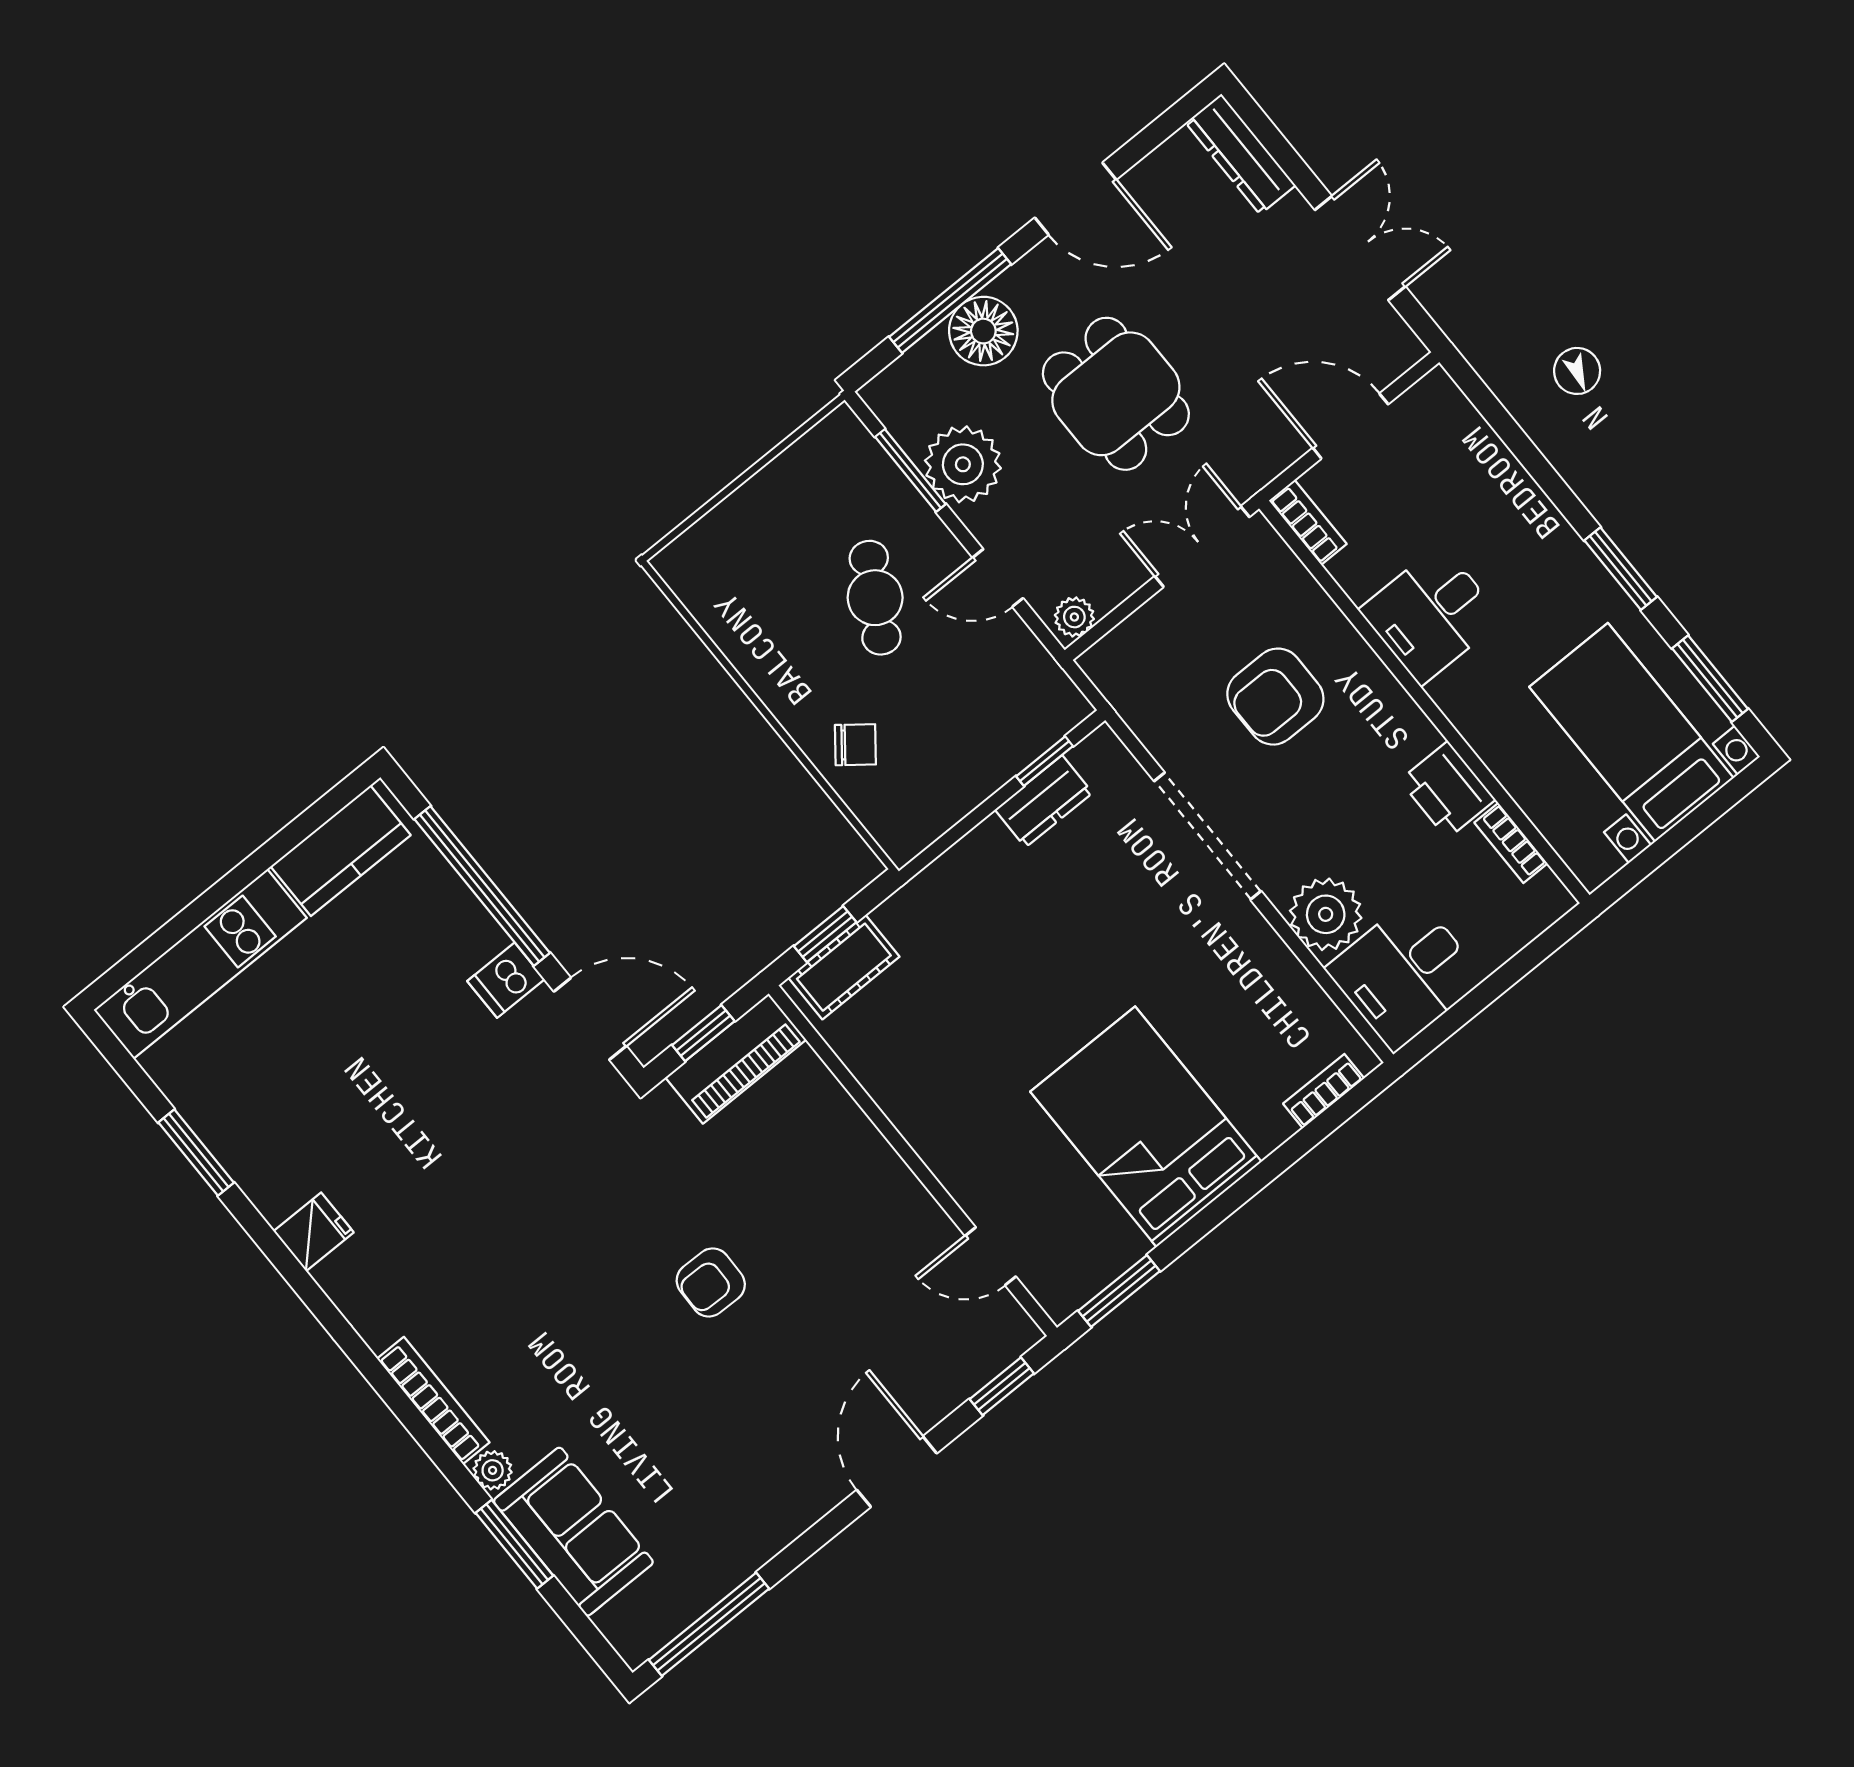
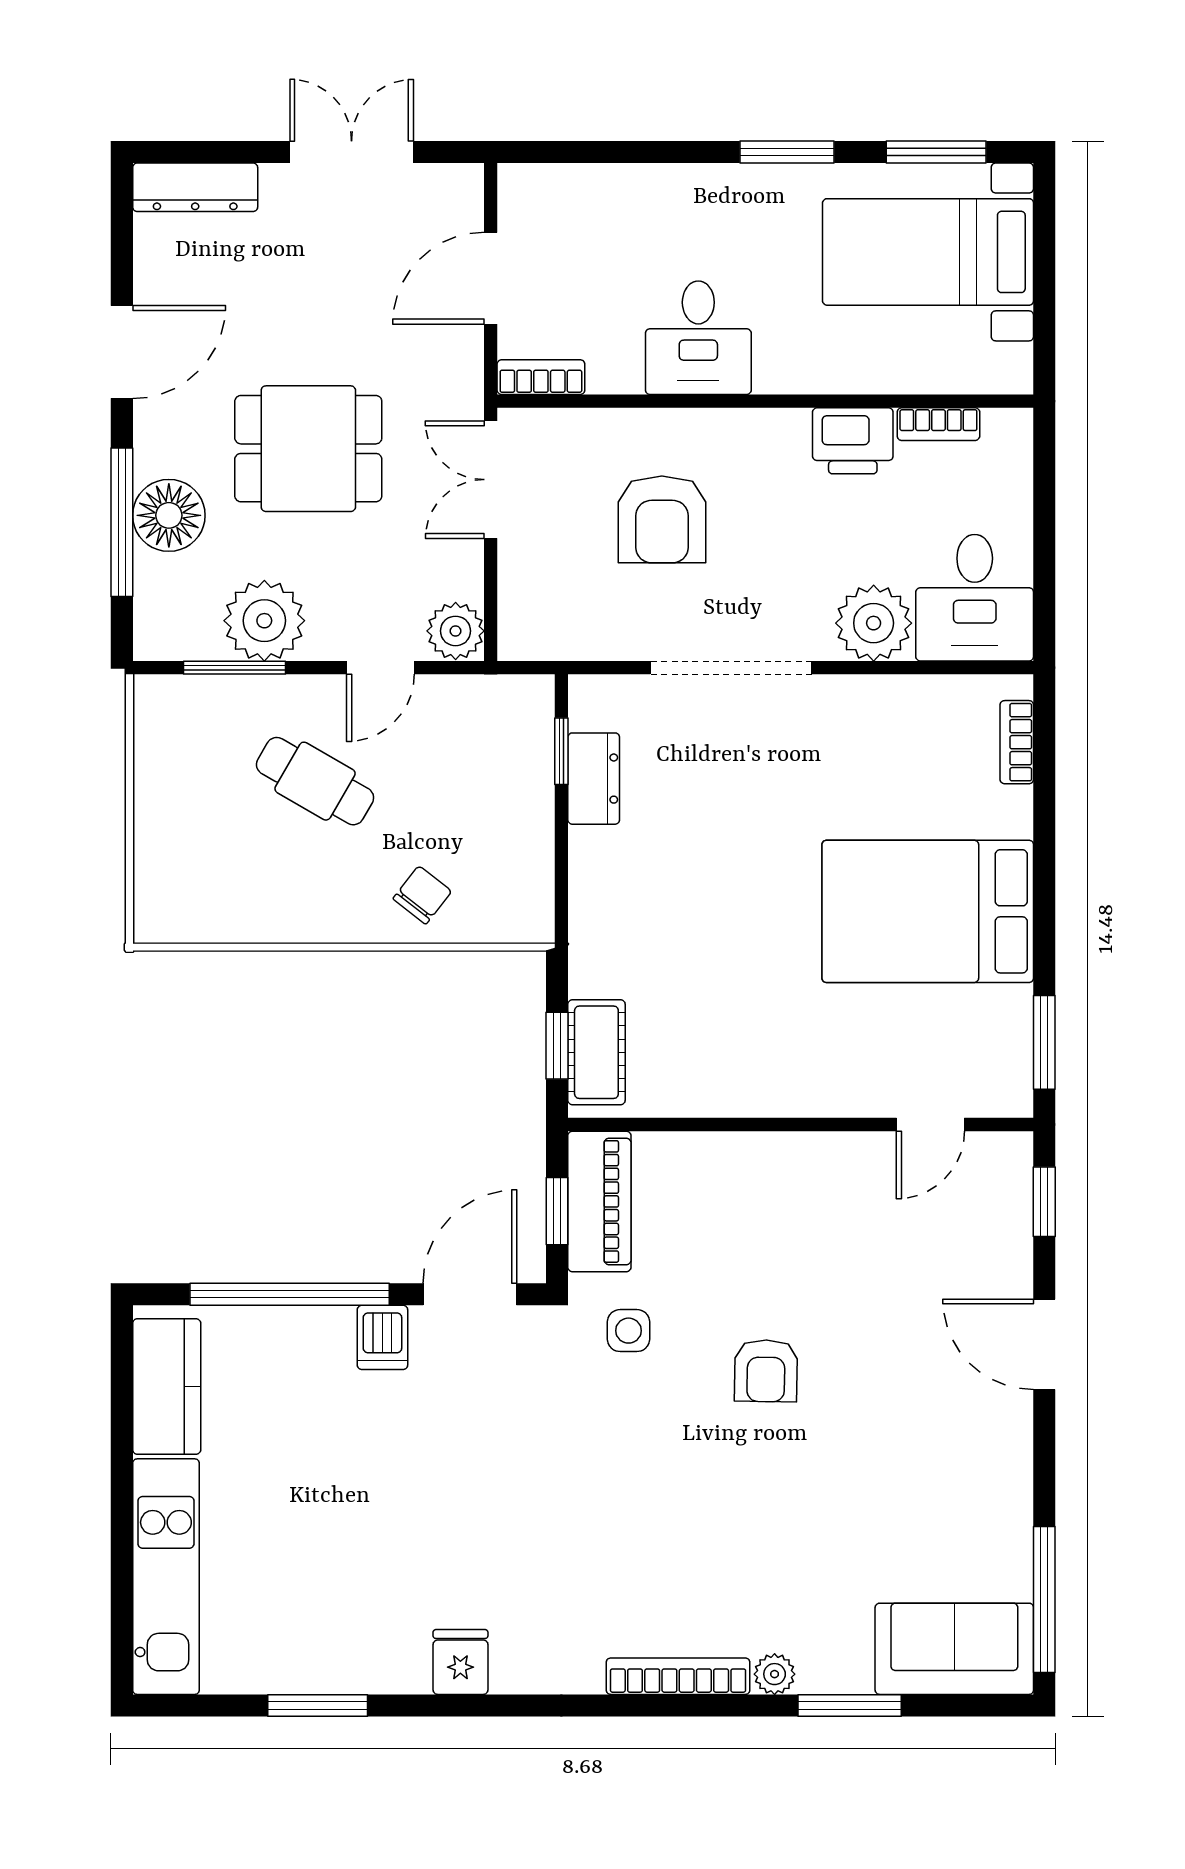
plant: (1074, 617) -> (456, 631), width x1.38, depth x1.38
side table: (658, 1157) -> (628, 1331), added
sofa: (573, 1532) -> (954, 1649), moved

